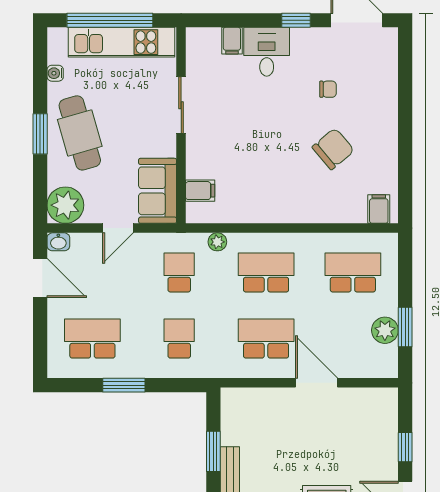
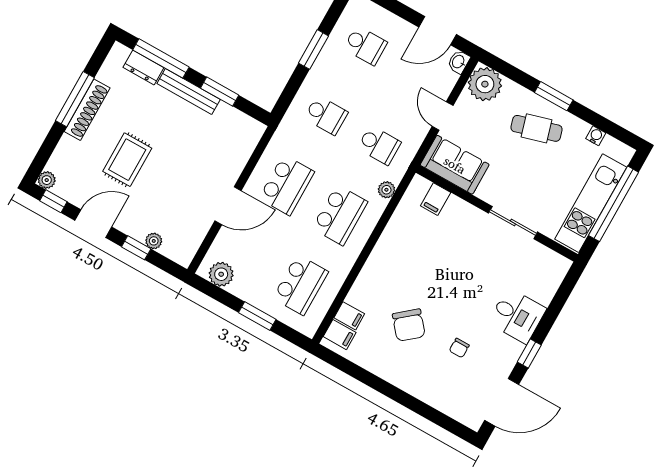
filing cabinet: (232, 41) -> (349, 316), moved, turned 180
cafe table: (80, 133) -> (536, 128), width x0.73, depth x0.74
window: (405, 327) -> (257, 316), moved
plant: (385, 330) -> (221, 274), moved
school desk: (92, 339) -> (365, 45), width x0.54
plant: (389, 434) -> (154, 241), added

